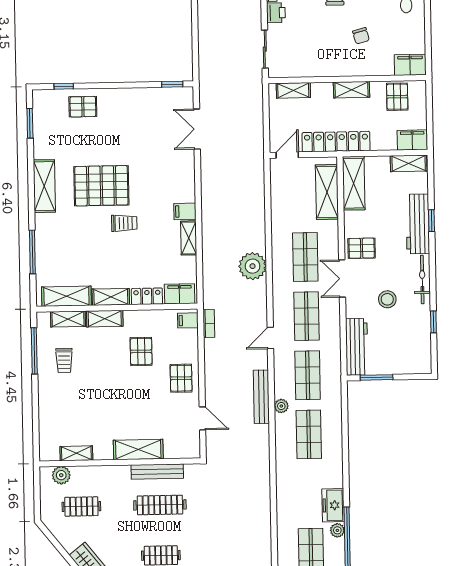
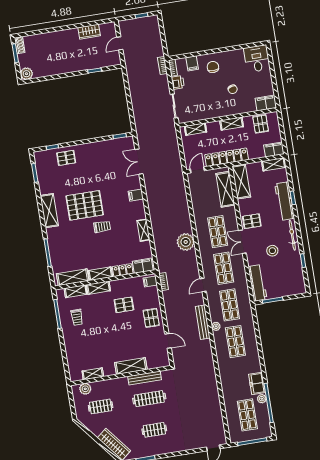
filing cabinet: (185, 211) -> (136, 195), moved
pallet: (141, 351) -> (124, 305), turned 90

